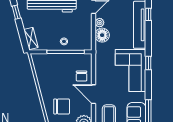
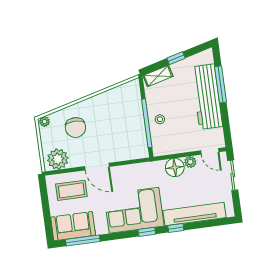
window: (16, 12) -> (176, 58), moved
window: (148, 14) -> (176, 228), moved
chair: (82, 76) -> (118, 148), removed
door: (93, 94) -> (97, 167), swing flipped

